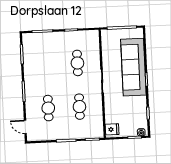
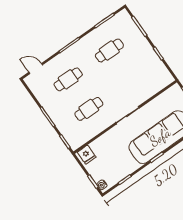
cafe table: (77, 63) -> (109, 51), moved
door: (25, 127) -> (36, 69), hinge flipped

